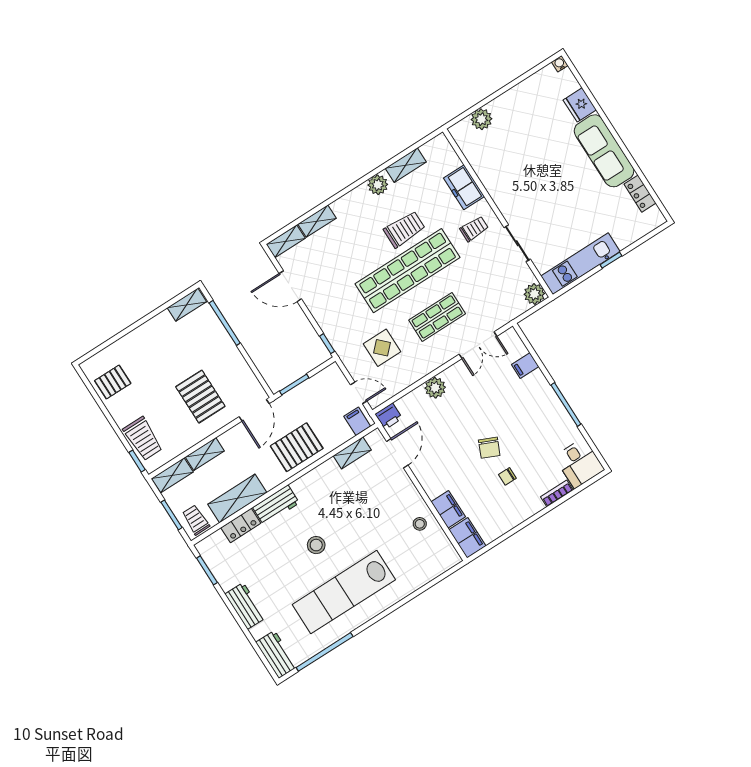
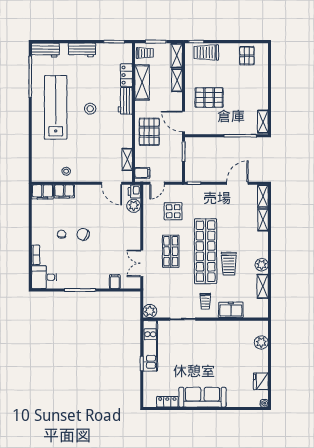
fridge: (580, 105) -> (261, 381), moved, turned -90
plant: (435, 388) -> (134, 206), moved

